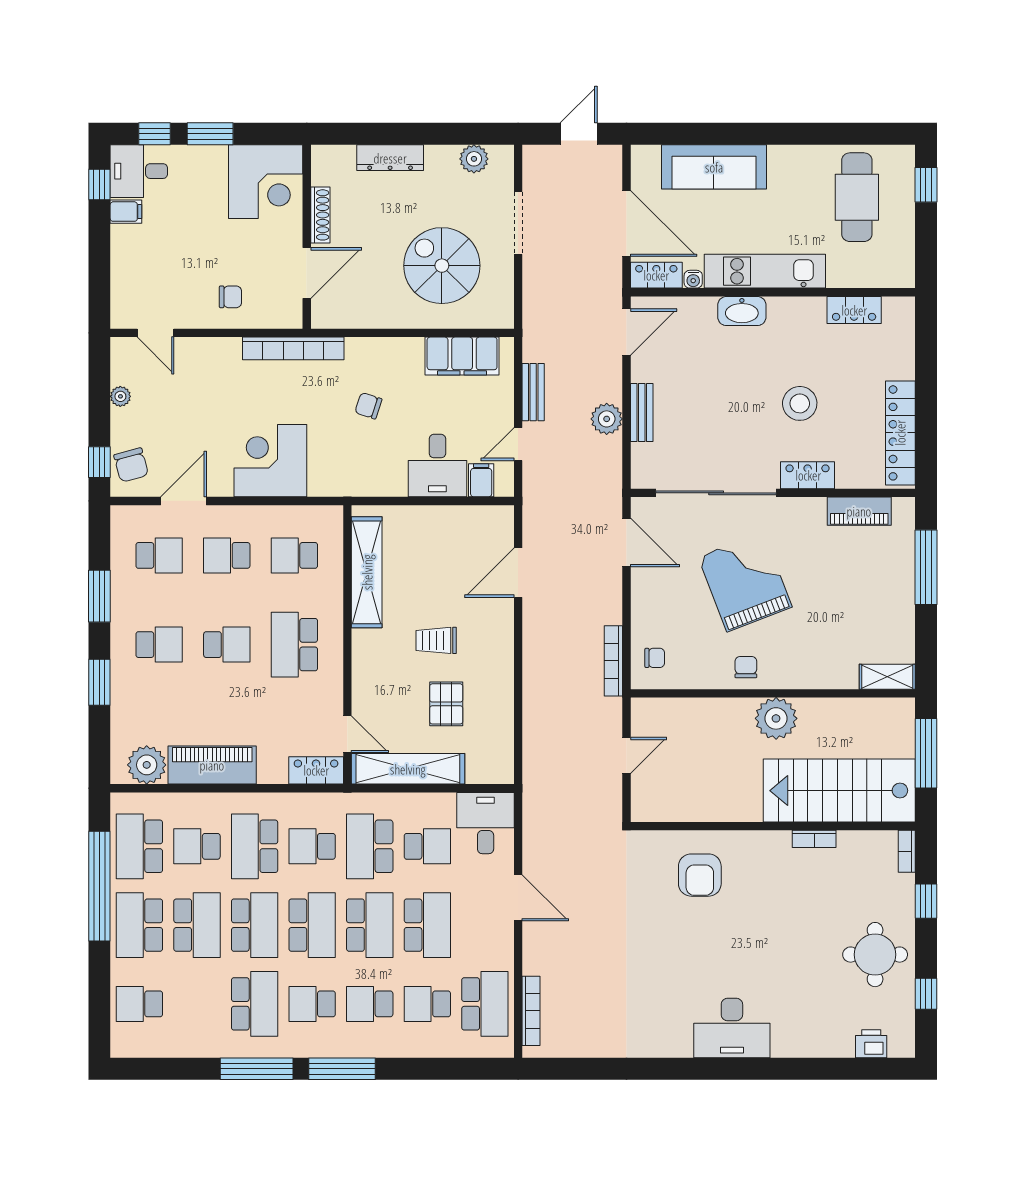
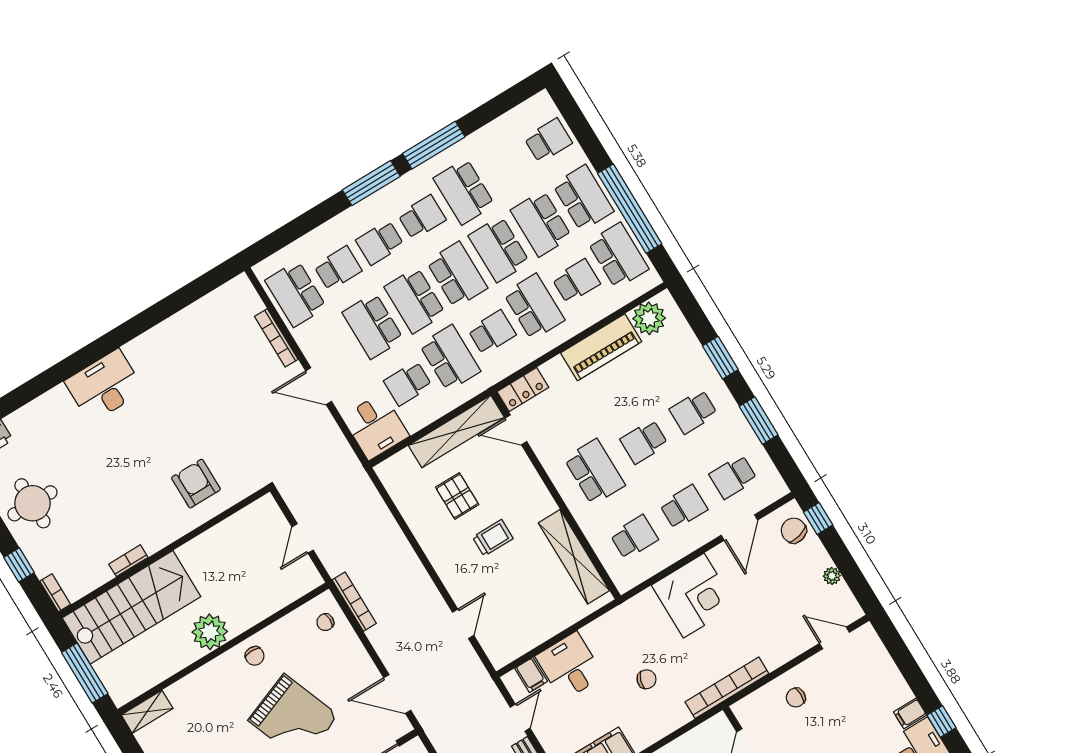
door: (518, 573) -> (463, 624), width x0.73
school desk: (312, 925) -> (457, 275), turned 180
school desk: (370, 1004) -> (380, 243), turned 180
bookcase: (531, 1011) -> (276, 338), moved

